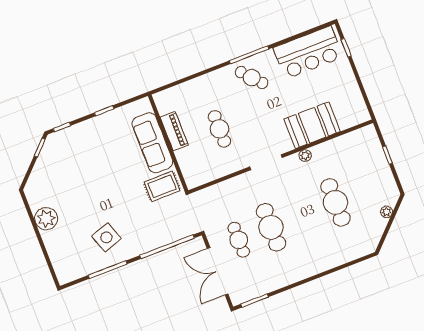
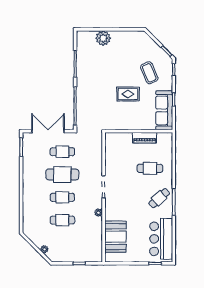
booth: (312, 125) -> (115, 237), moved
cafe table: (219, 129) -> (150, 168), moved
sofa: (152, 143) -> (164, 110), moved, turned -90
coffee table: (80, 160) -> (149, 73), added
rug: (162, 186) -> (128, 94), moved, turned 90
cafe table: (335, 202) -> (62, 220), width x0.73, depth x0.74
cafe table: (303, 215) -> (62, 197), added
plant: (46, 219) -> (103, 38), moved
side table: (106, 237) -> (95, 71), removed

